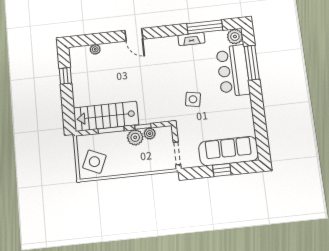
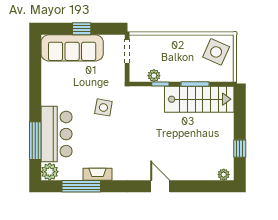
plant: (95, 49) -> (224, 175), moved
plant: (135, 137) -> (170, 73), removed

